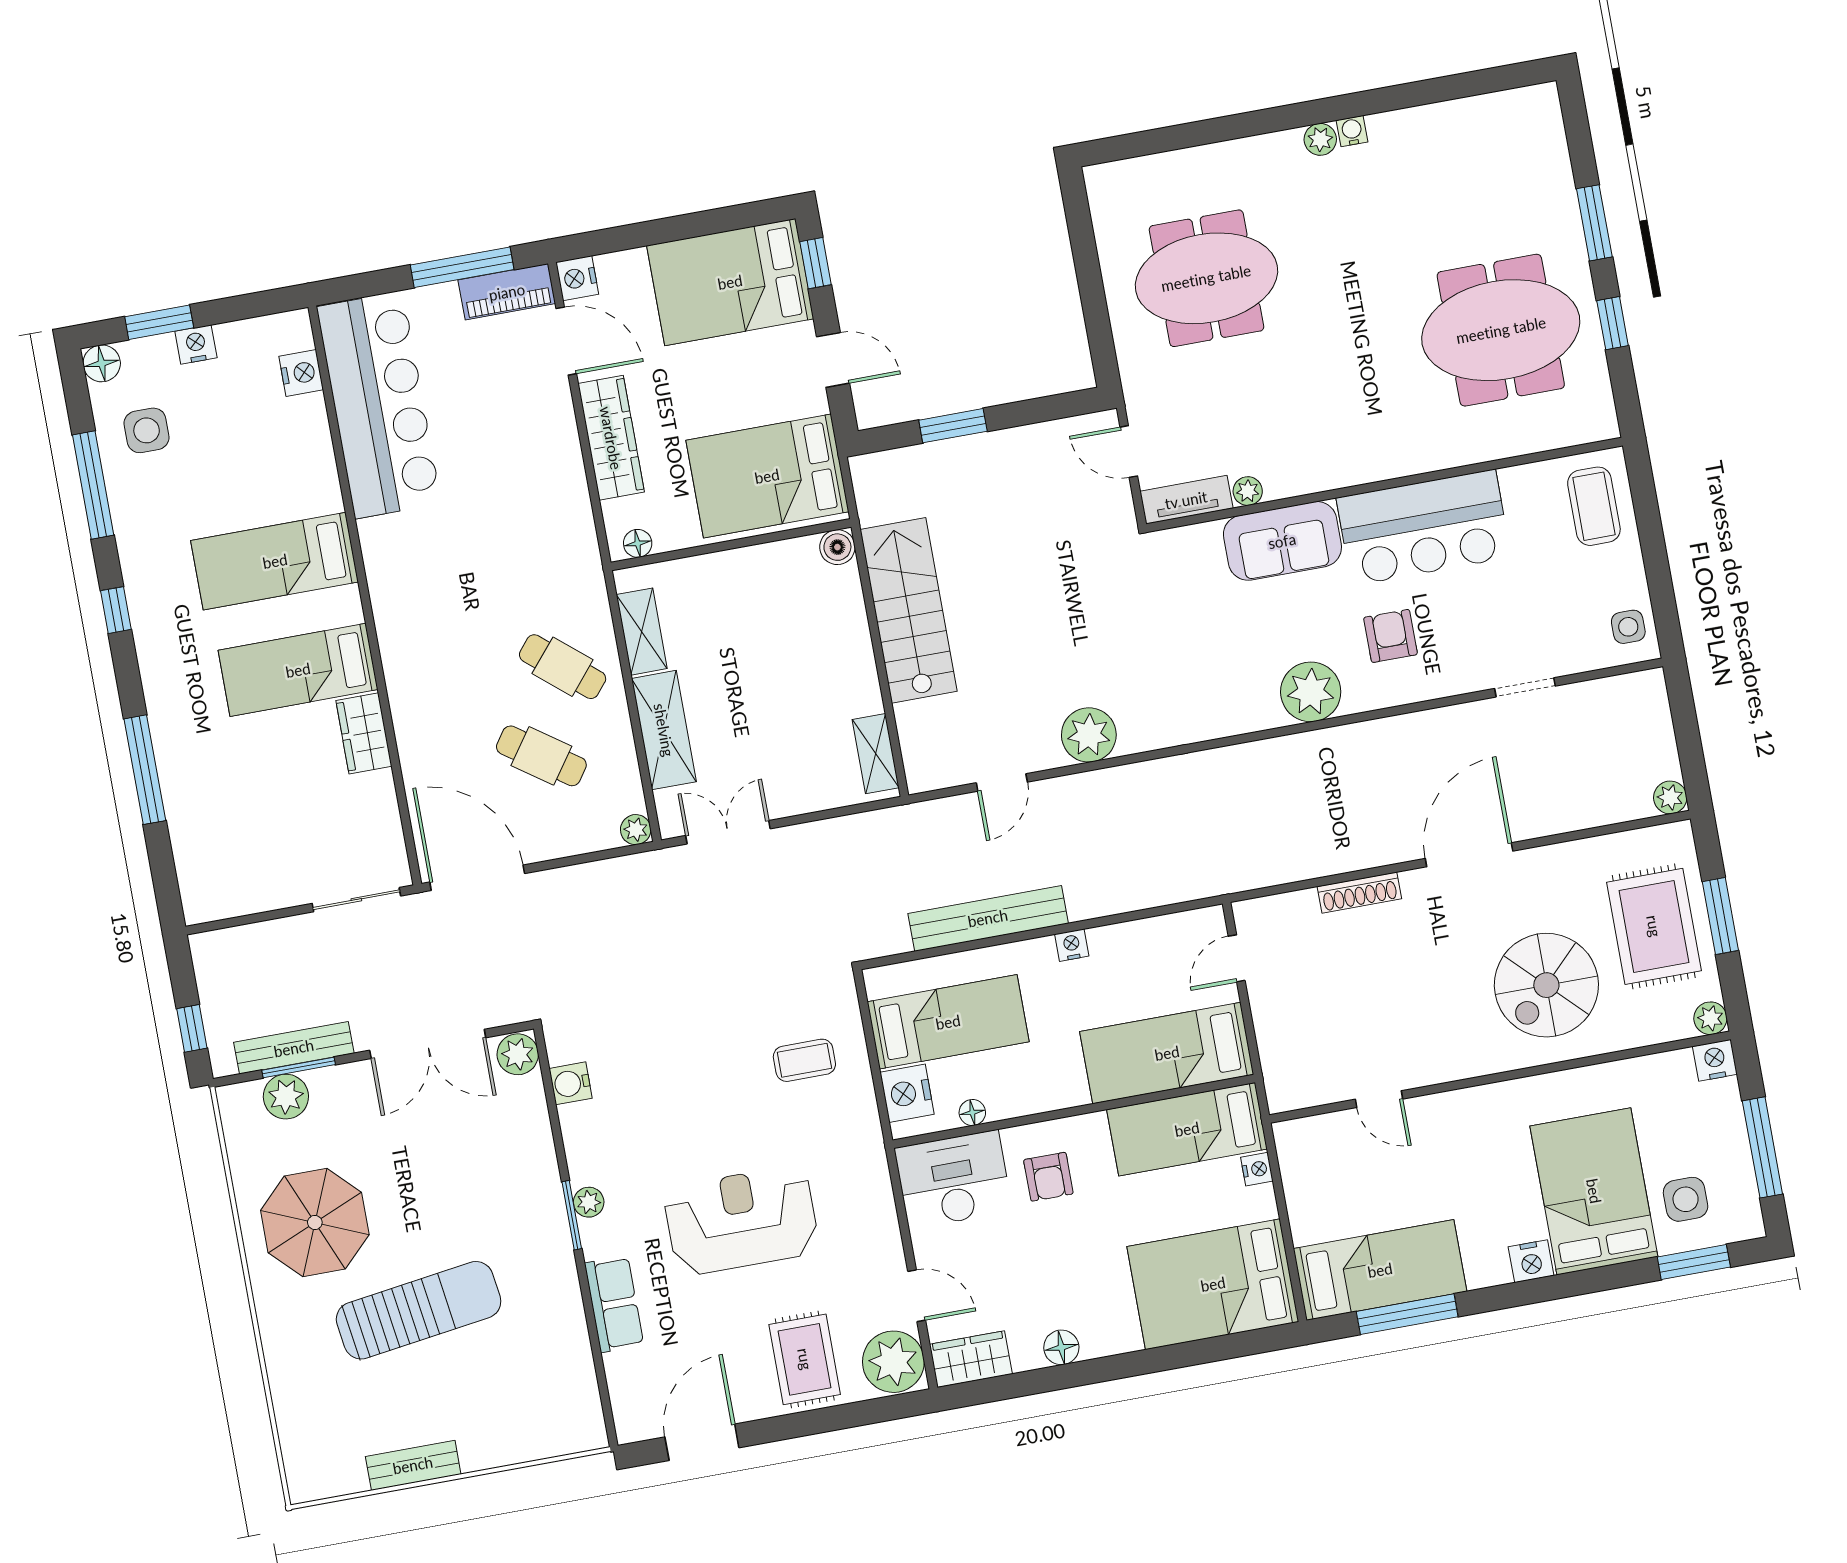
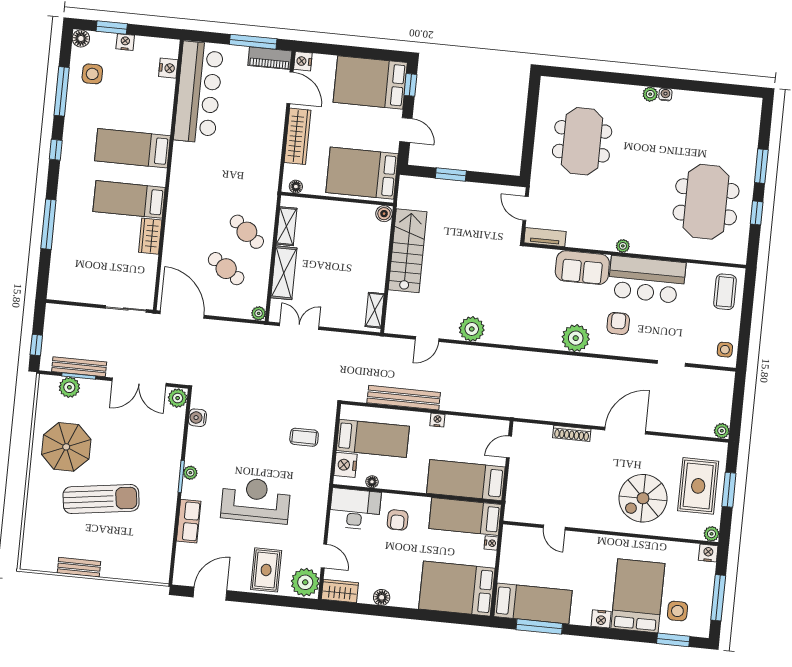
meeting table: (1206, 278) -> (582, 141), turned 90
meeting table: (1501, 330) -> (706, 202), turned 90
plant: (1248, 491) -> (623, 246), moved

